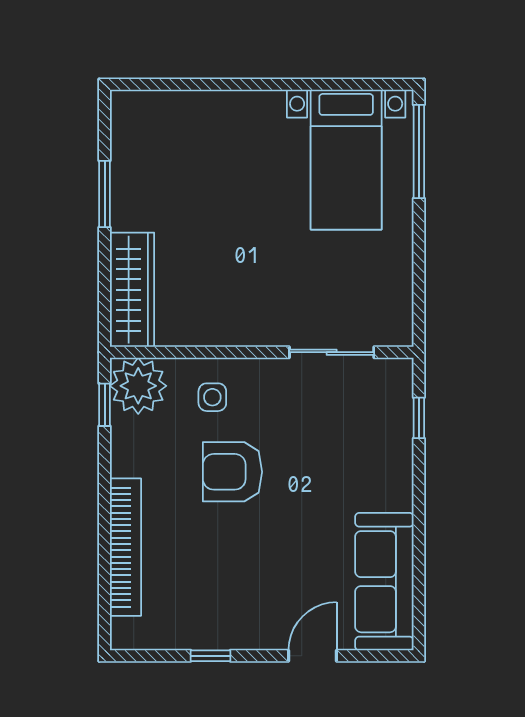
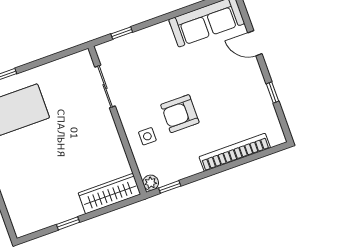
window: (105, 194) -> (68, 223), width x0.67
plant: (138, 386) -> (151, 183), width x0.53, depth x0.53
armchair: (233, 472) -> (180, 114), turned 90

